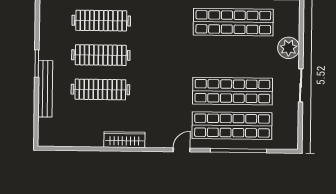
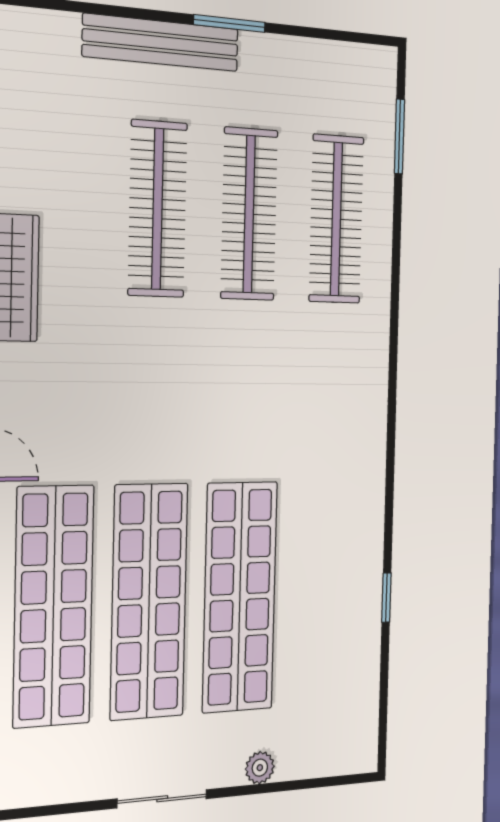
shop shelf: (233, 22) -> (240, 597), moved
plant: (289, 48) -> (260, 768), width x0.53, depth x0.53

